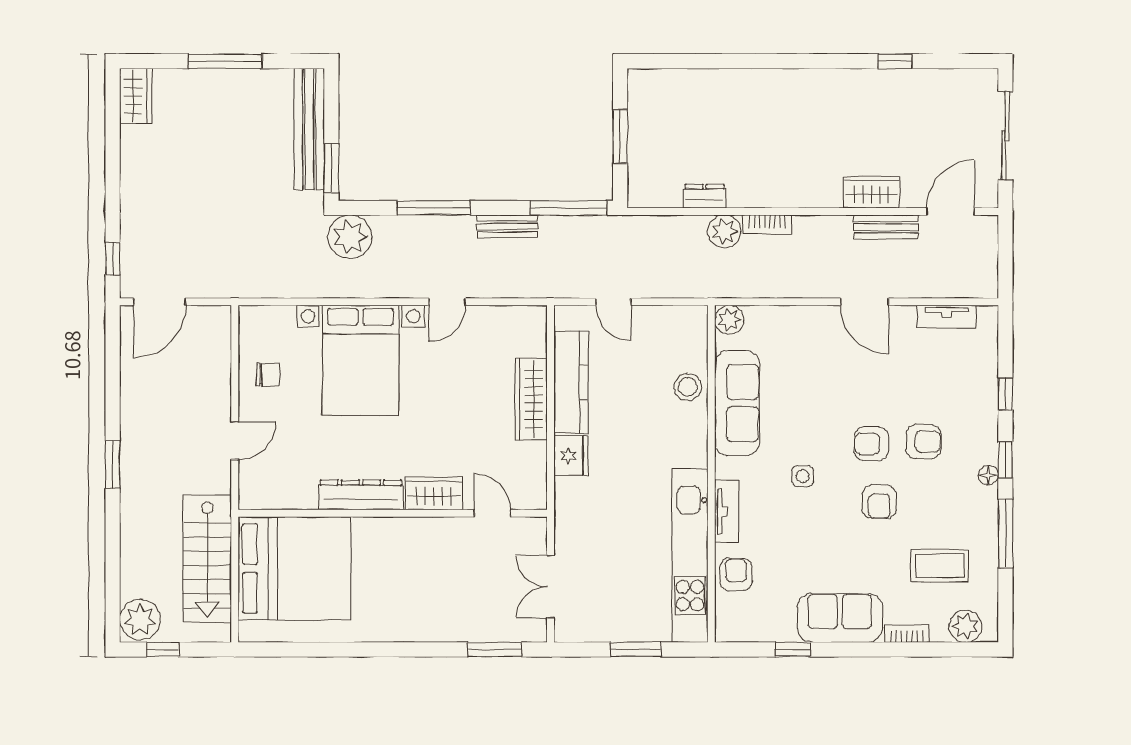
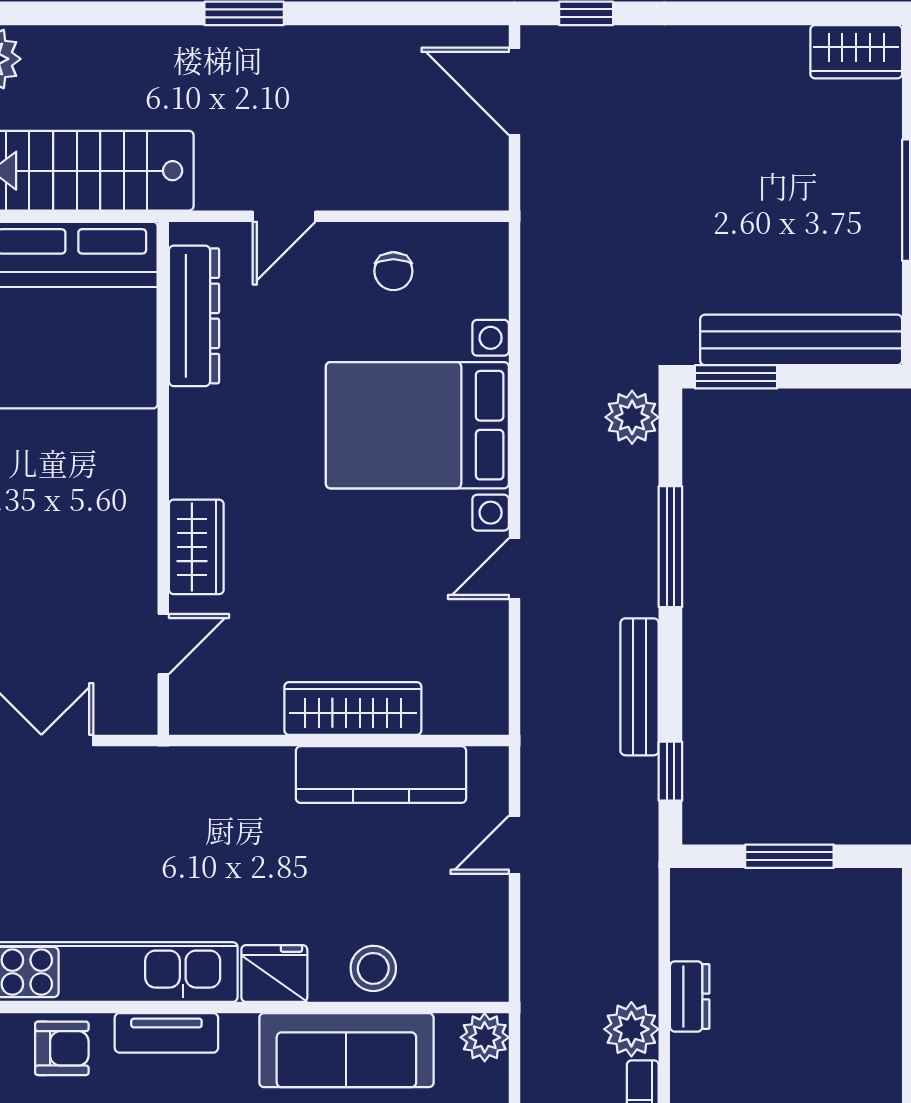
window: (569, 208) -> (670, 771), width x0.46
bench: (507, 227) -> (640, 687), width x1.36
plant: (350, 237) -> (632, 417), width x0.73, depth x0.73
door: (447, 302) -> (515, 569), hinge flipped
door: (235, 441) -> (284, 216), hinge flipped
fridge: (571, 456) -> (274, 973), moved, turned 180
dresser: (361, 495) -> (194, 316), moved

